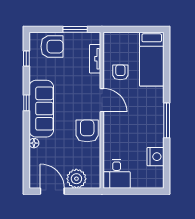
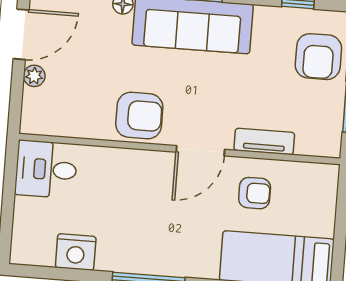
tv unit: (95, 59) -> (264, 141), moved
plant: (76, 179) -> (34, 76), width x0.53, depth x0.53

